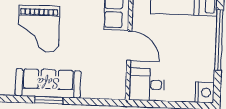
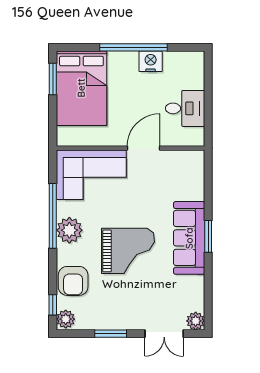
desk: (147, 85) -> (185, 108), moved, turned -90
nightstand: (205, 93) -> (151, 61), moved

